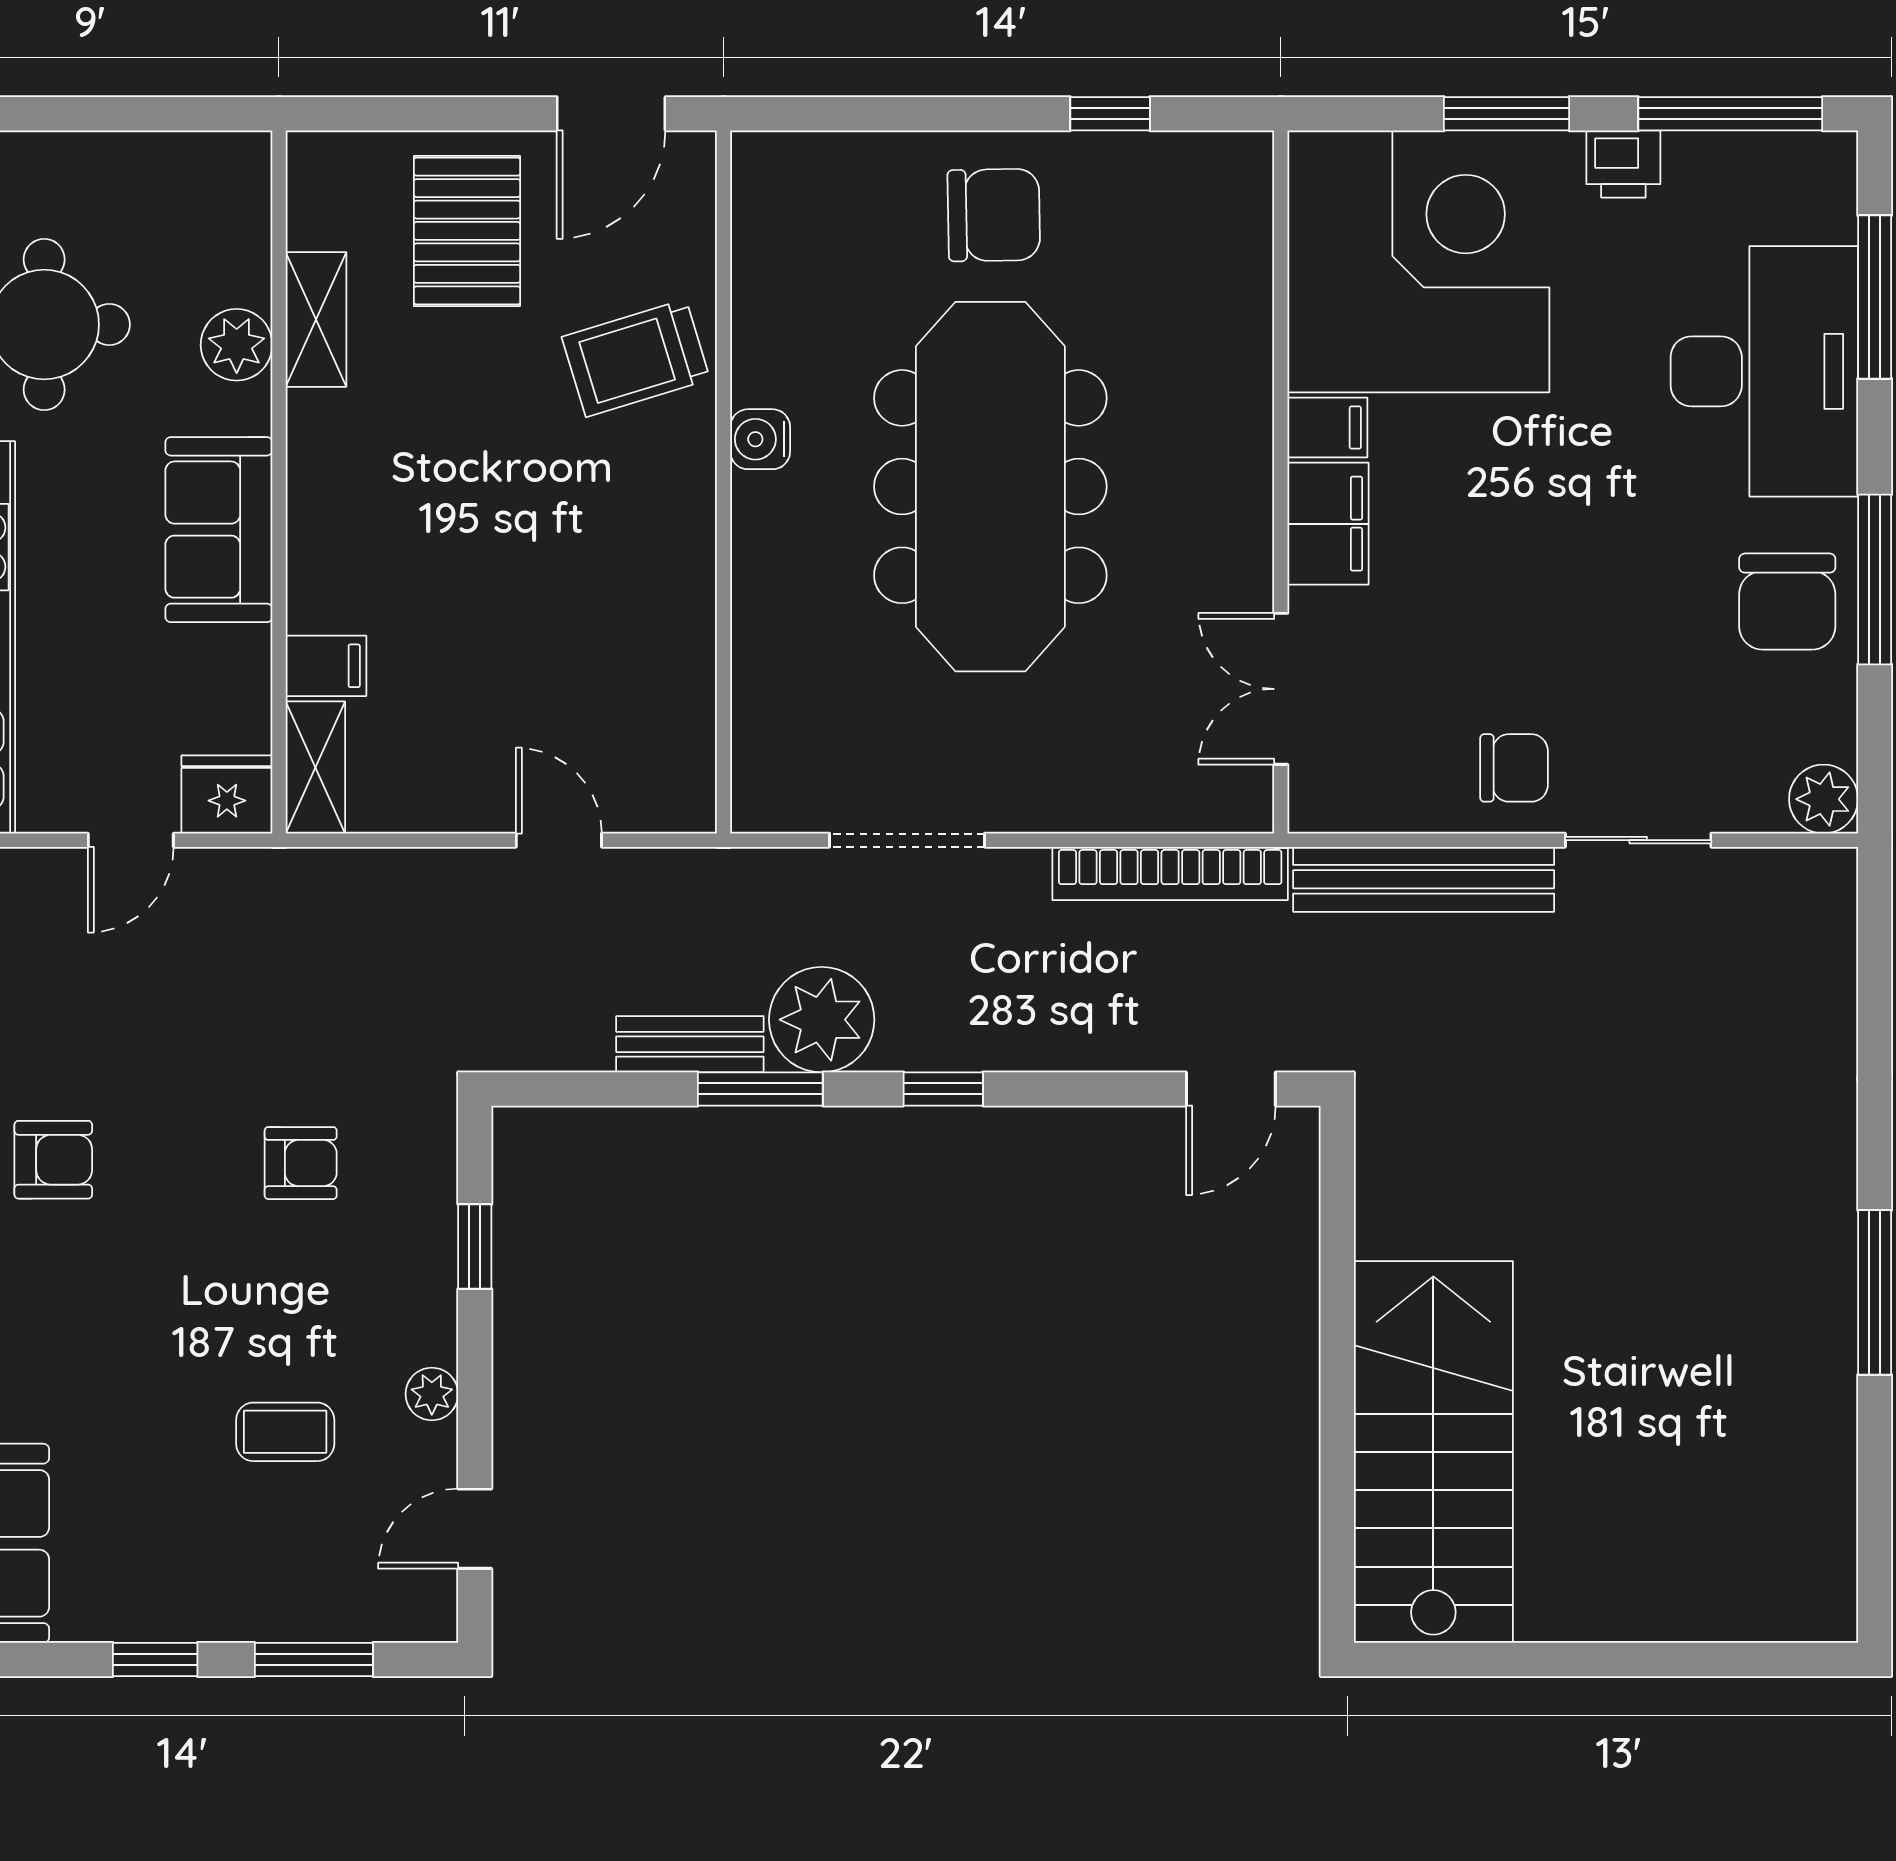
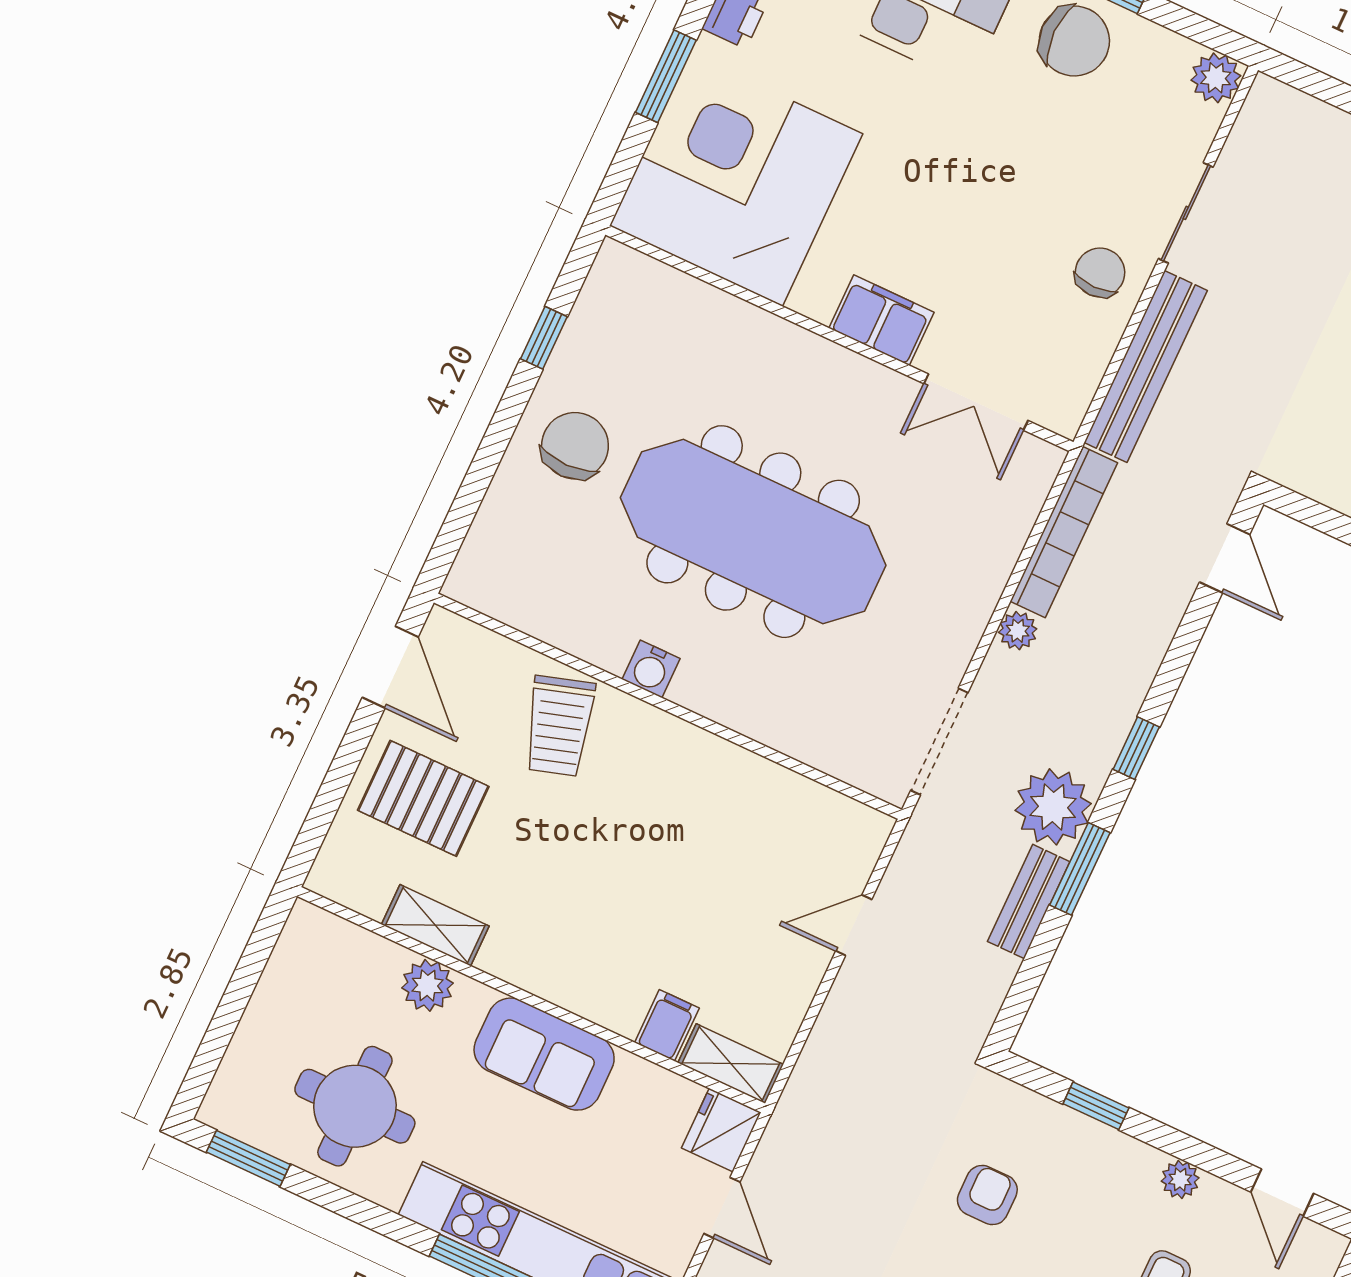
filing cabinet: (1327, 428) -> (818, 291), removed
doorway: (907, 840) -> (939, 741), moved
plant: (1021, 873) -> (1018, 631), added

